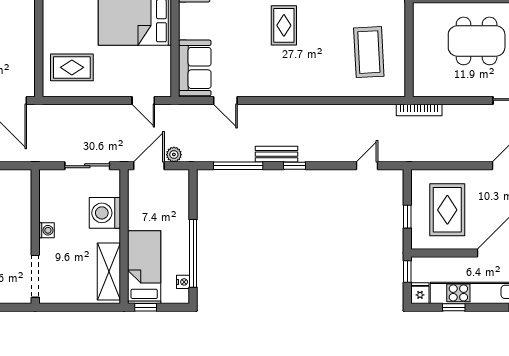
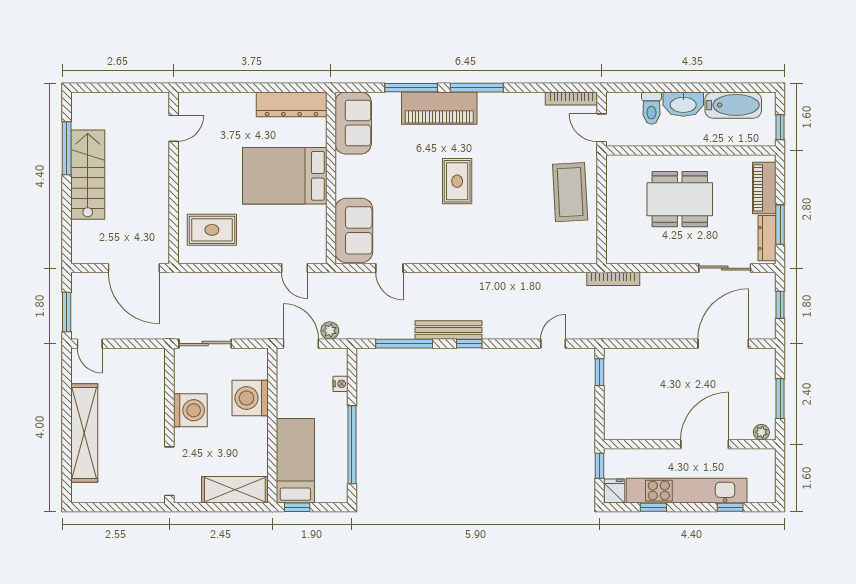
coffee table: (369, 52) -> (570, 192), moved
bench: (276, 154) -> (448, 330), width x1.36
sliding door: (87, 166) -> (205, 344), moved
door: (149, 166) -> (301, 344), hinge flipped
rug: (447, 210) -> (646, 394), removed
window: (407, 217) -> (600, 372), moved
washing machine: (46, 230) -> (190, 410), width x1.89, depth x1.89
shelving: (109, 271) -> (235, 490), moved, turned 90
nightstand: (183, 282) -> (340, 384), moved

